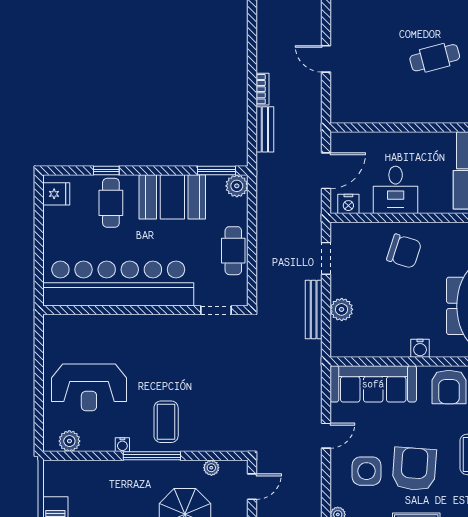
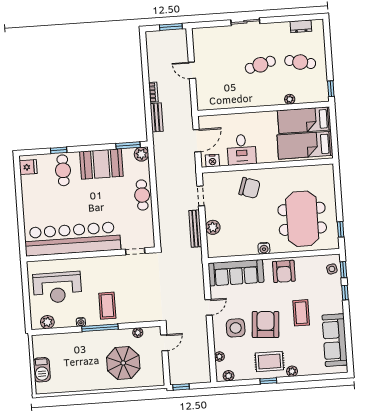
bar counter: (118, 283) -> (72, 239), moved
wall: (145, 310) -> (91, 254), moved
doorway: (216, 310) -> (135, 251), moved

